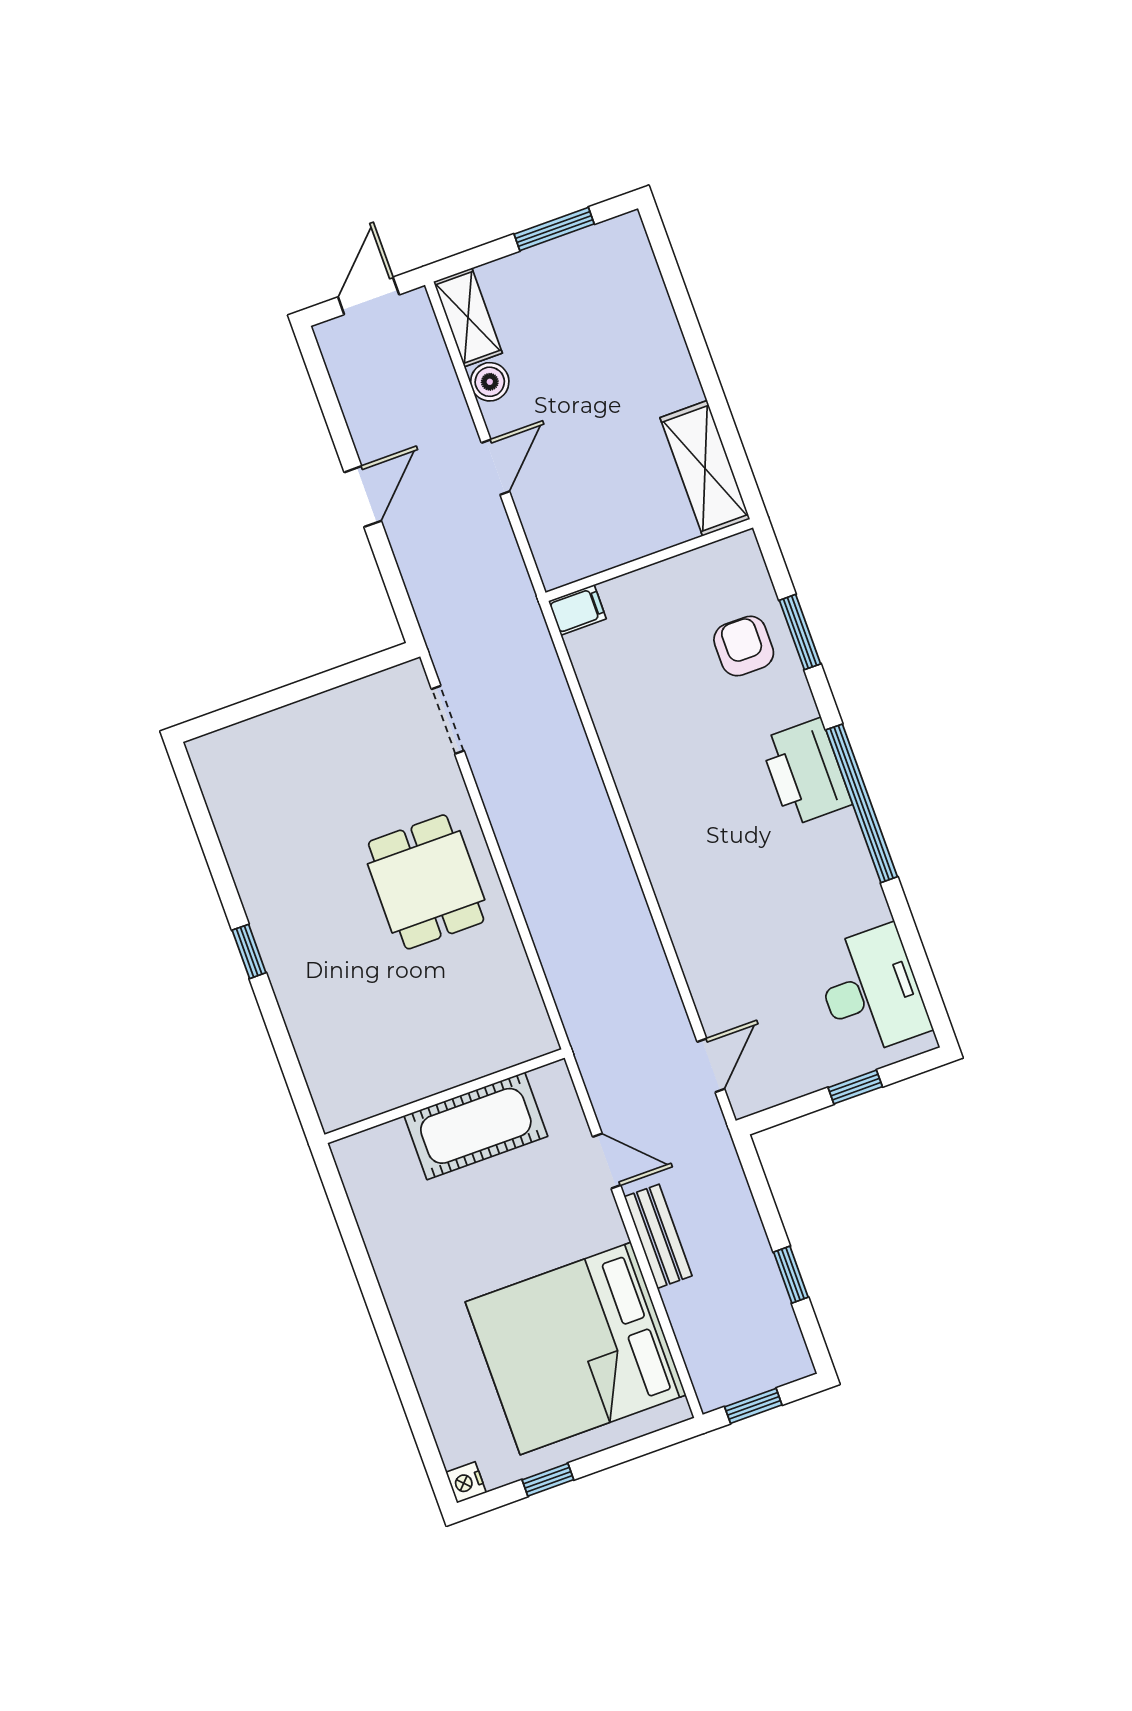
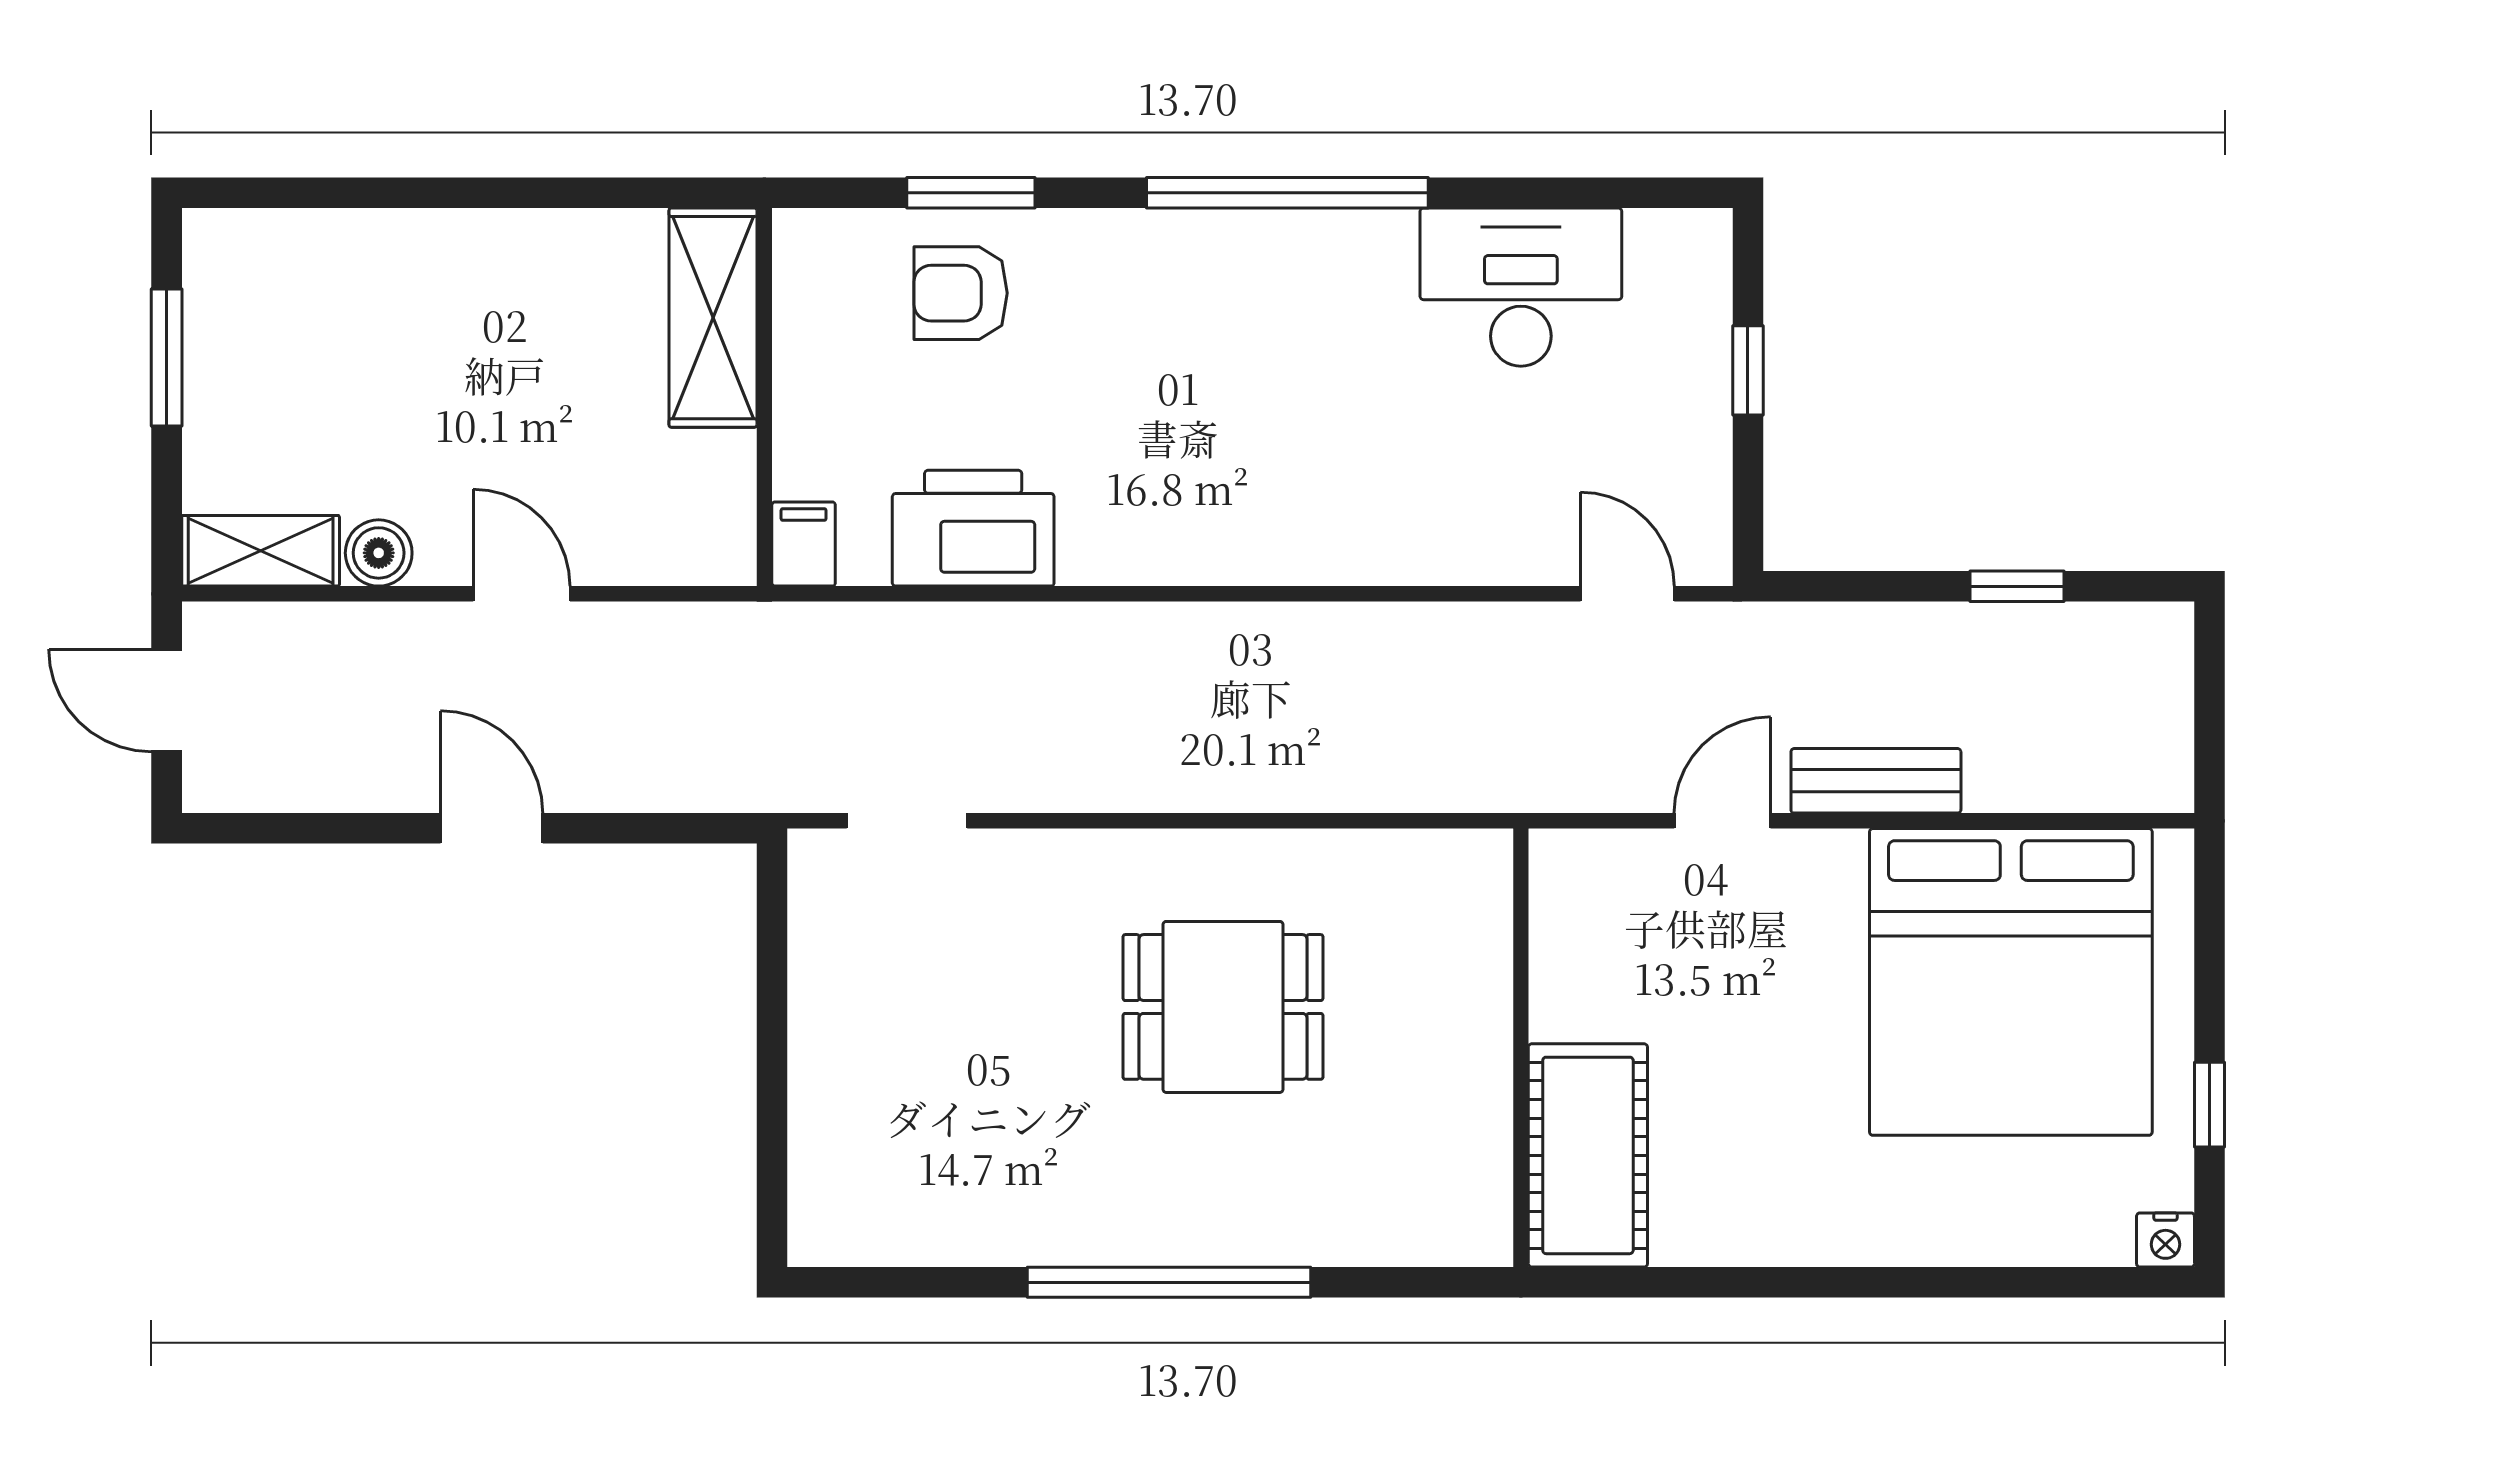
shelving: (705, 468) -> (713, 318), moved, turned 90
printer: (806, 772) -> (973, 528), moved, turned 180
dining table: (426, 882) -> (1223, 1007), moved
window: (249, 951) -> (1169, 1282), width x3.17
desk: (871, 991) -> (1521, 287), moved
cot: (476, 1126) -> (1588, 1155), moved
window: (753, 1406) -> (2209, 725), removed

